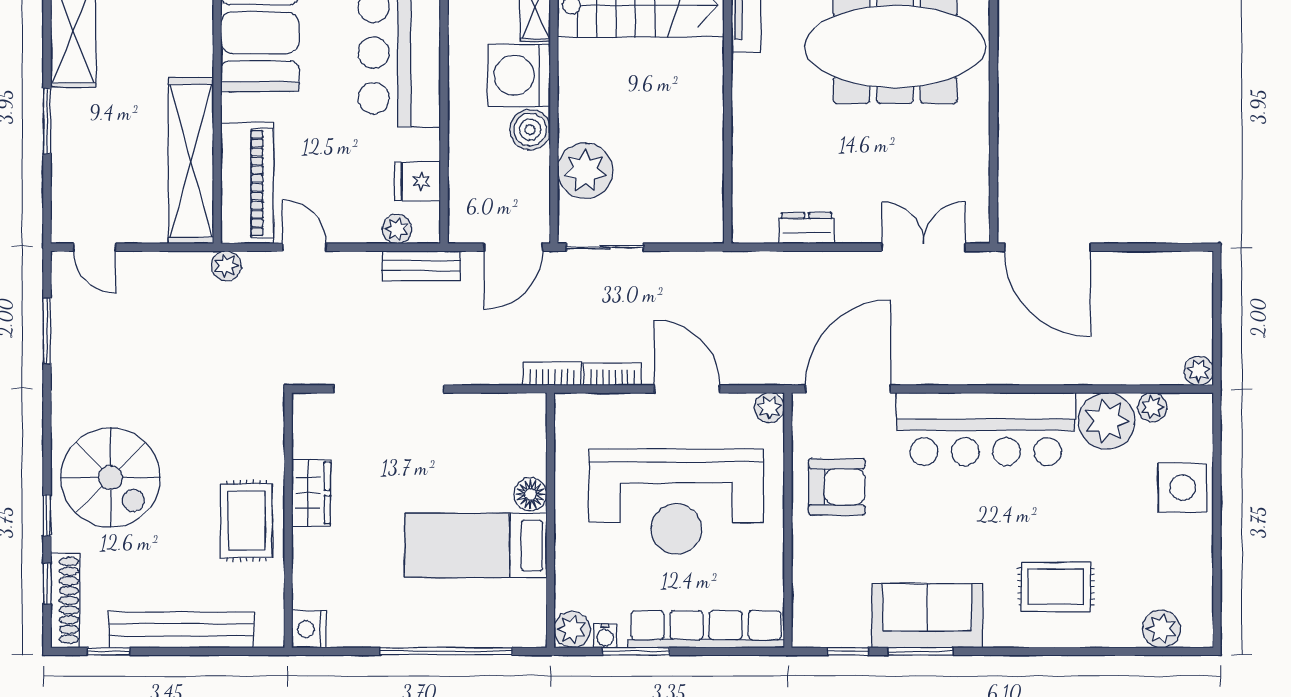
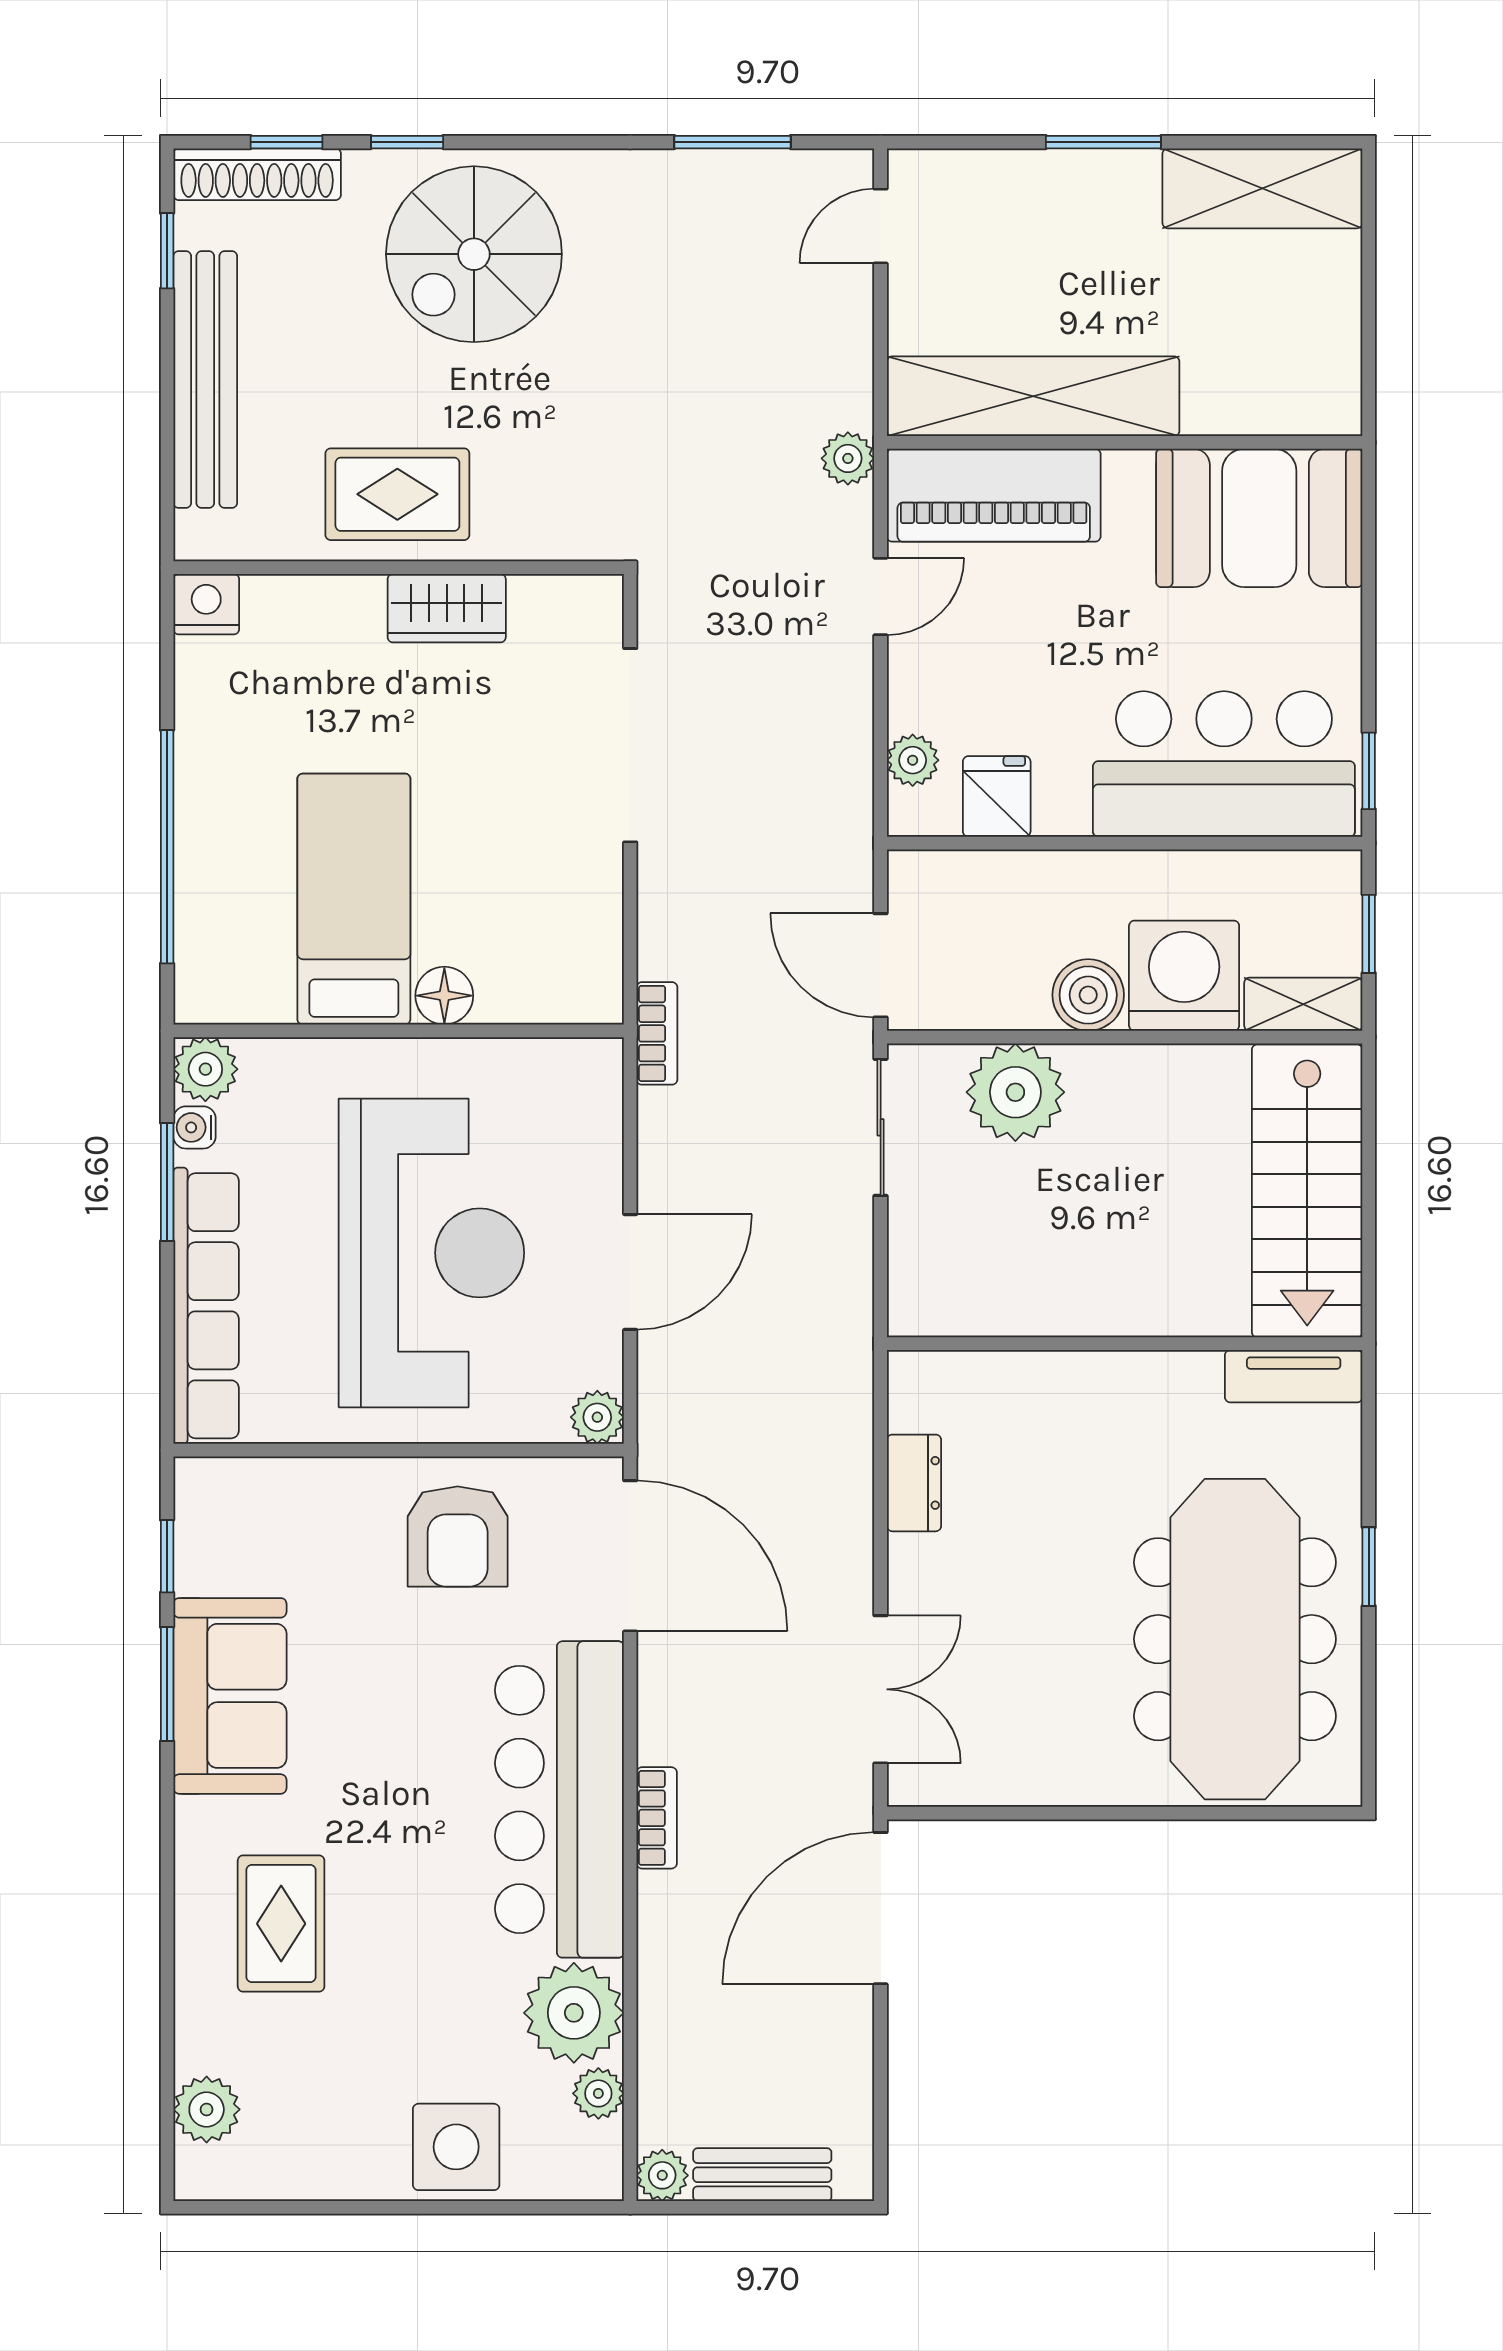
bench: (421, 266) -> (762, 2175), moved, turned 90
bookcase: (612, 374) -> (657, 1818), moved
reception desk: (676, 502) -> (431, 1253), turned 180

